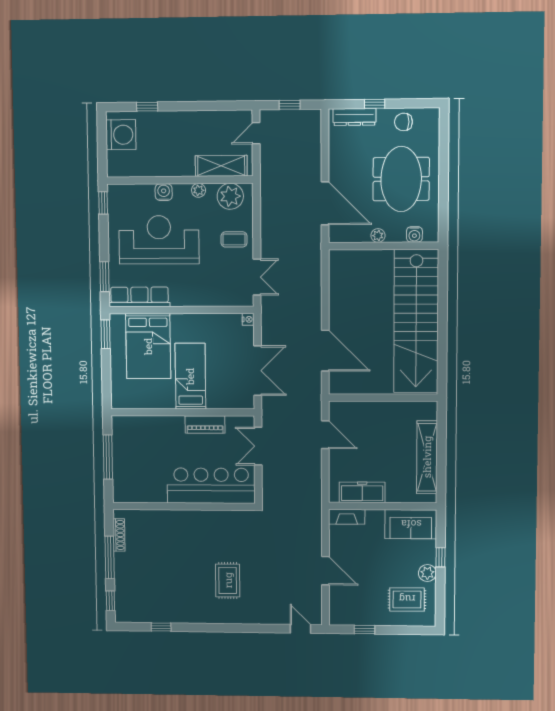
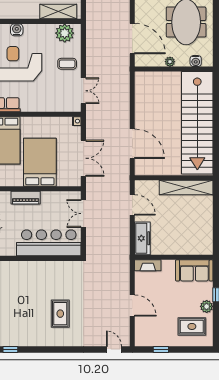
plant: (199, 190) -> (42, 29), removed
bed: (190, 376) -> (40, 162), width x1.50
piano: (205, 424) -> (26, 198), moved
shelving: (427, 457) -> (186, 188), moved, turned 90
freezer: (362, 492) -> (142, 238), moved, turned 90

